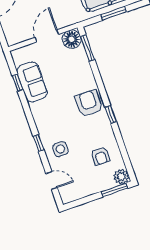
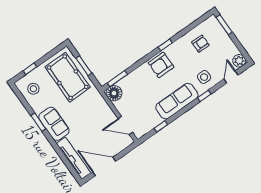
door: (47, 36) -> (125, 126), moved
sofa: (32, 82) -> (177, 101), moved, width x1.36
plant: (121, 177) -> (239, 61), moved

